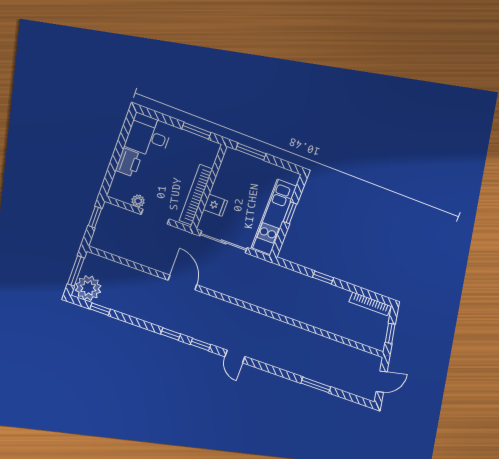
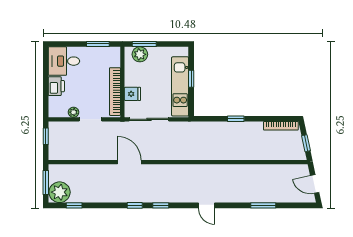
plant: (241, 162) -> (140, 54), added
door: (235, 357) -> (206, 205), moved
door: (382, 382) -> (315, 184), swing flipped

